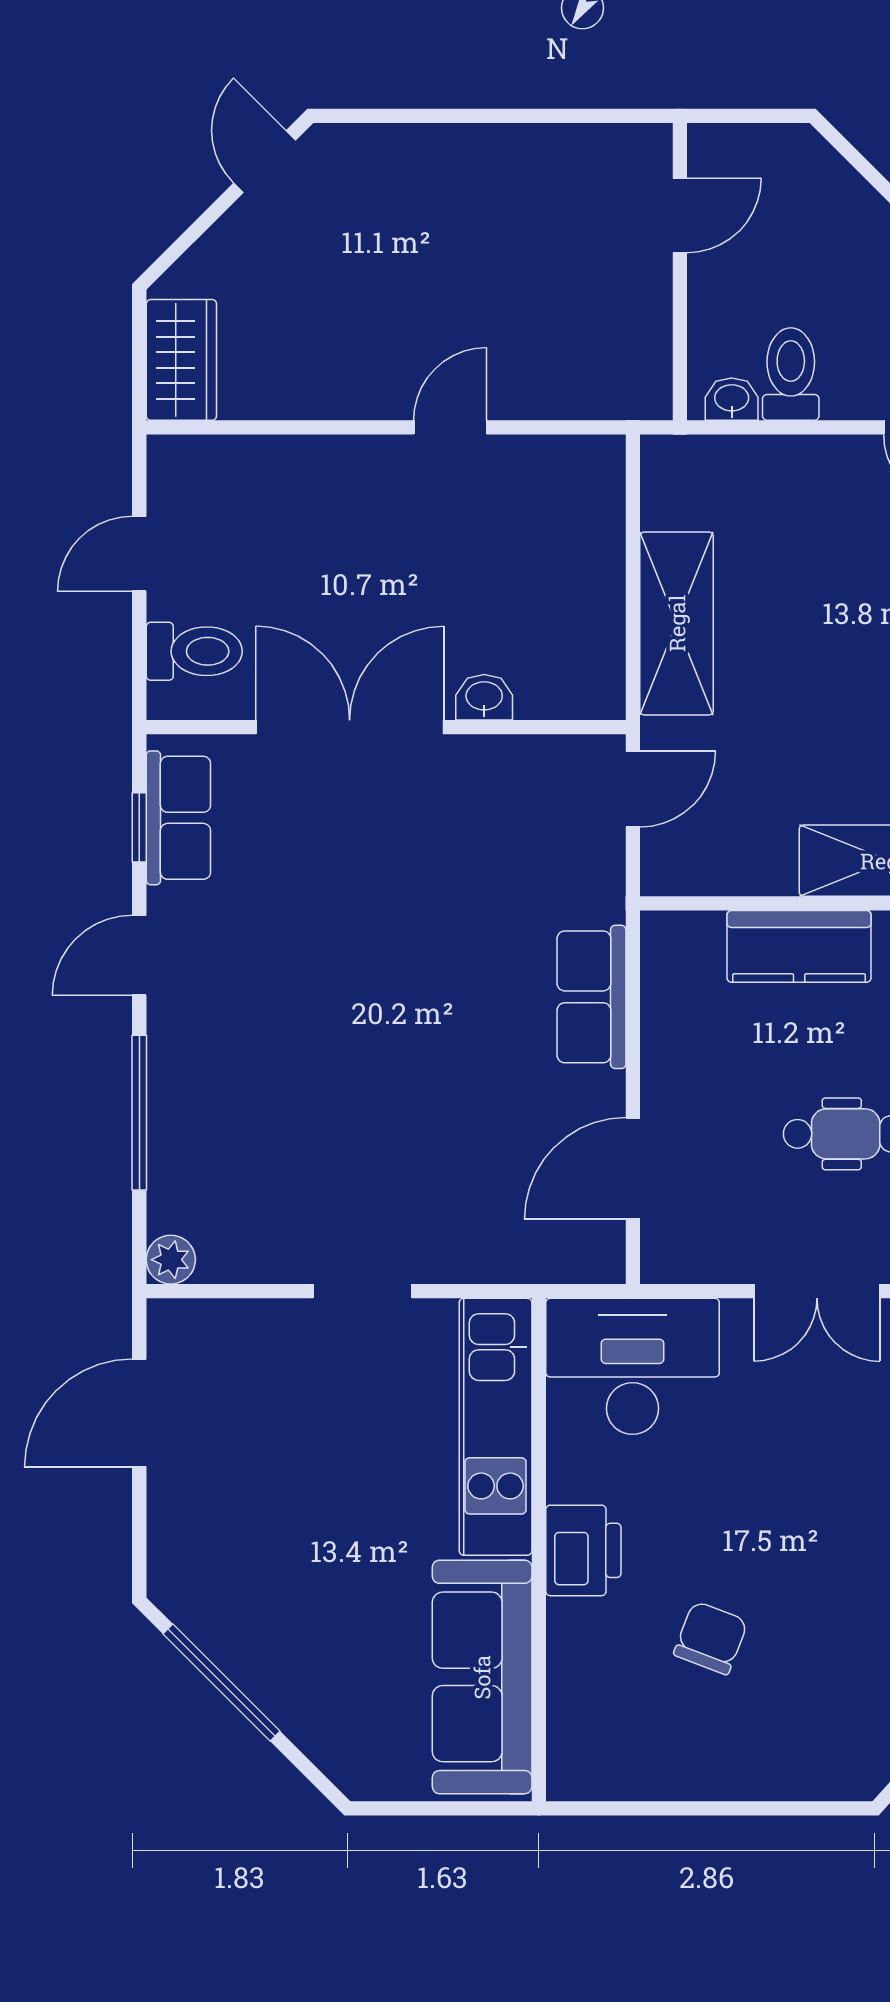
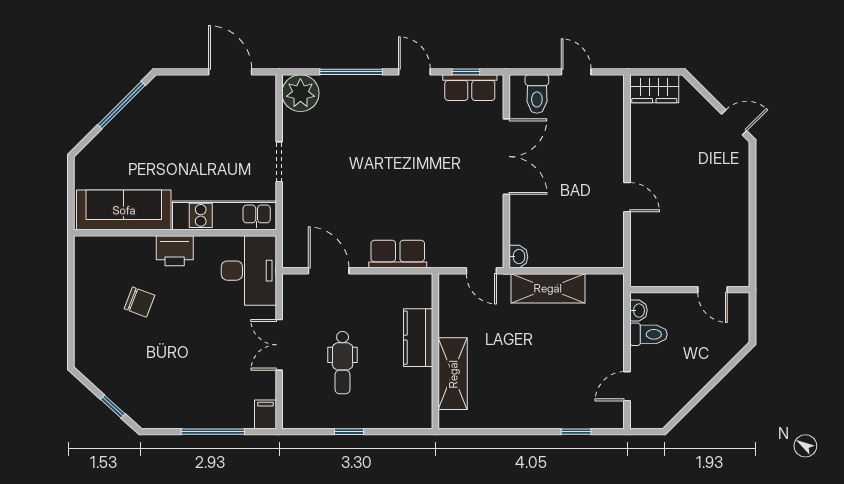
washbasin: (484, 697) -> (518, 257), moved
plant: (171, 1260) -> (300, 93), width x1.88, depth x1.88

